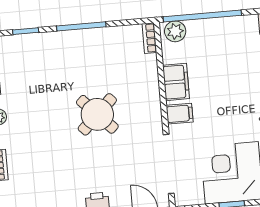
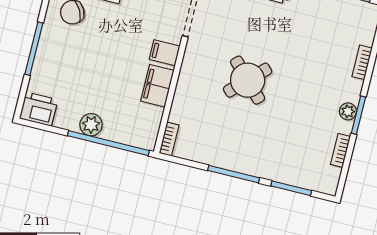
window: (26, 31) -> (291, 188), width x1.50
plant: (175, 31) -> (91, 125), moved

